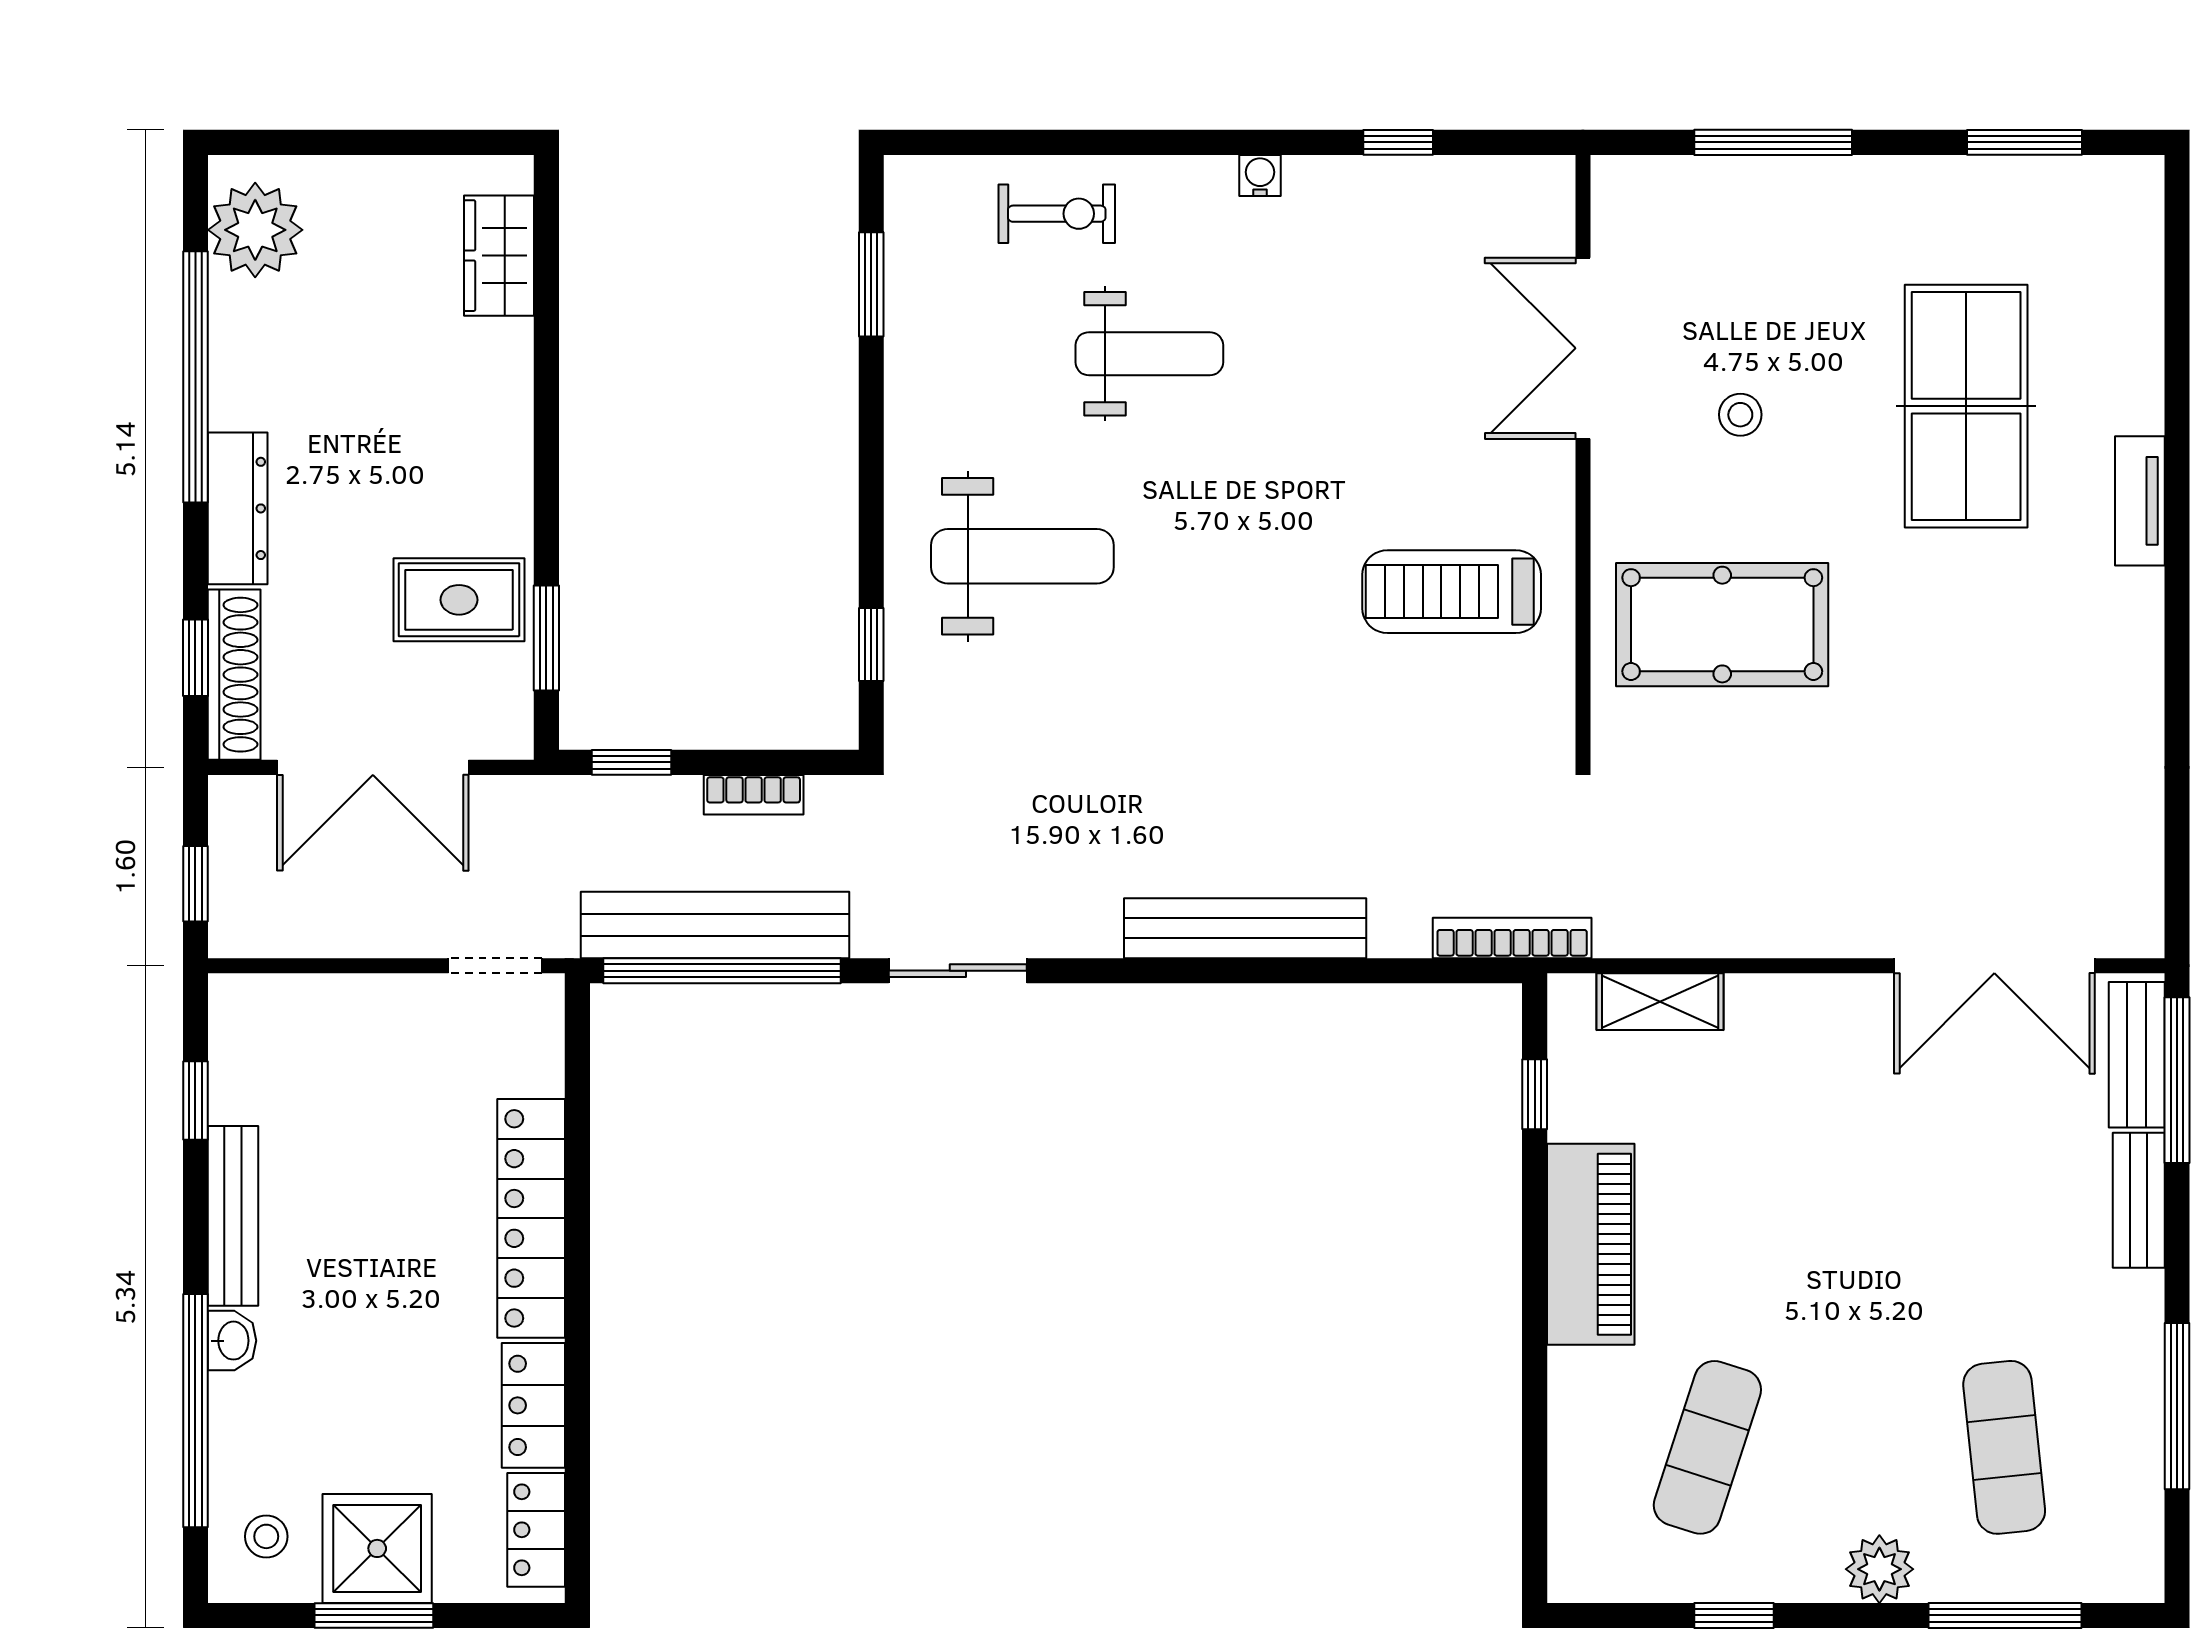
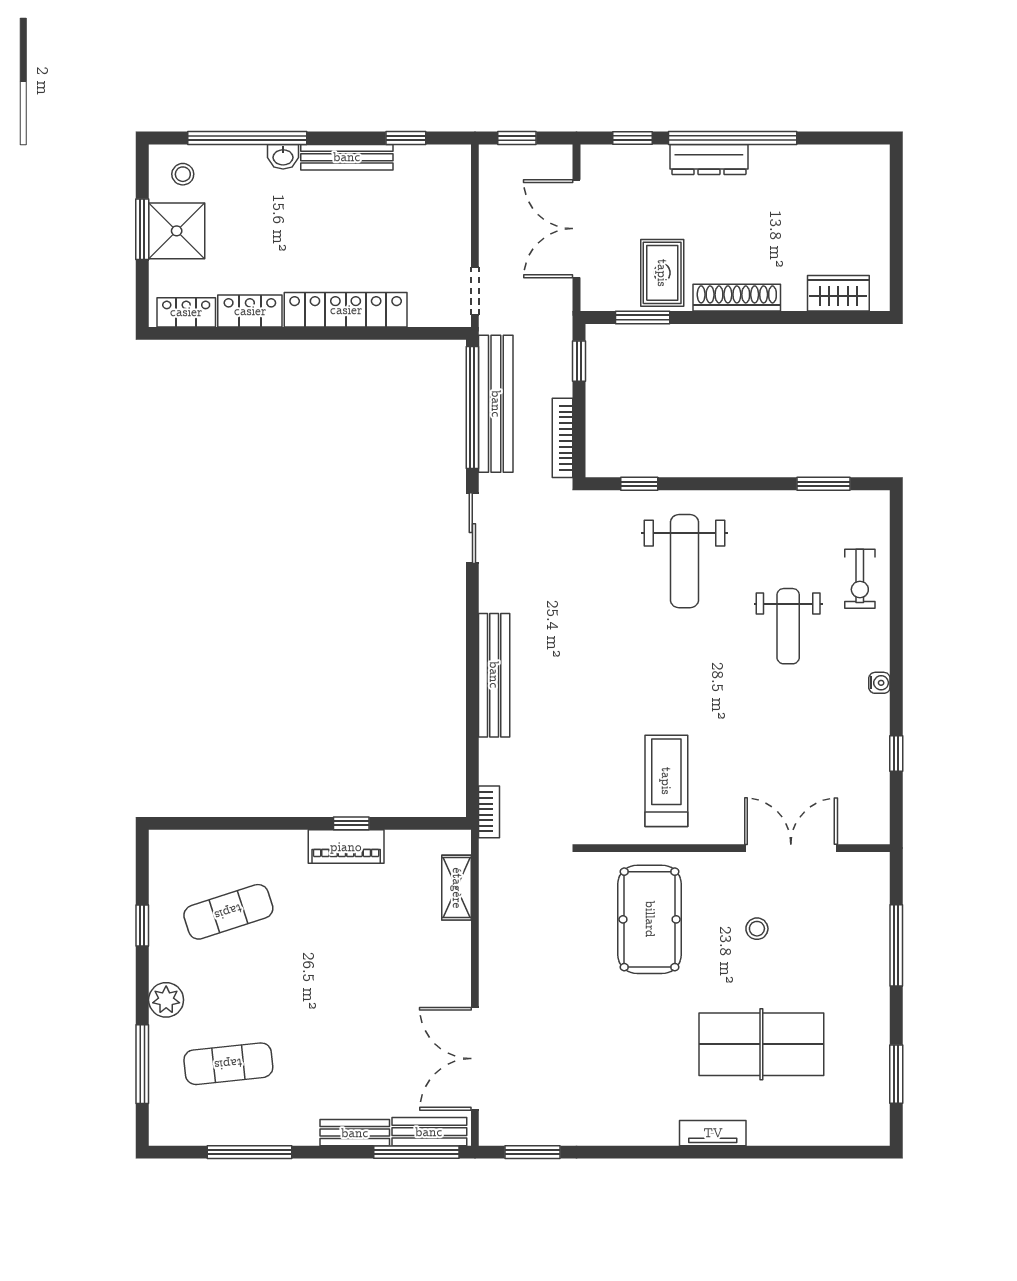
plant: (255, 230) -> (852, 169), removed
window: (195, 377) -> (733, 138), moved
shoe rack: (234, 675) -> (737, 298), moved, turned 180
bookcase: (754, 795) -> (562, 438), width x1.56
window: (2177, 853) -> (533, 1152), added
bookcase: (1512, 938) -> (489, 812), width x0.64
window: (1535, 1094) -> (351, 823), moved
piano: (1591, 1244) -> (346, 847), width x0.73, depth x0.75
exercise mat: (1707, 1447) -> (228, 912), turned -36

